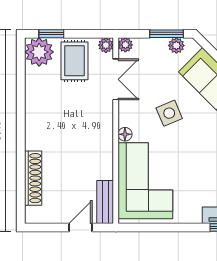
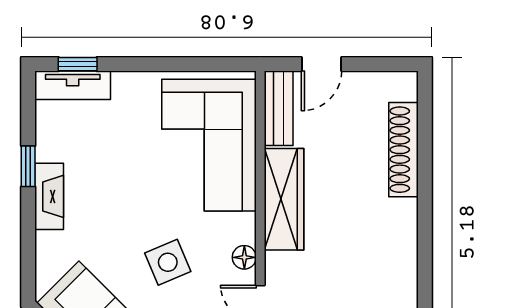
floor lamp: (125, 134) -> (244, 257), moved
wardrobe: (102, 150) -> (284, 199), added

